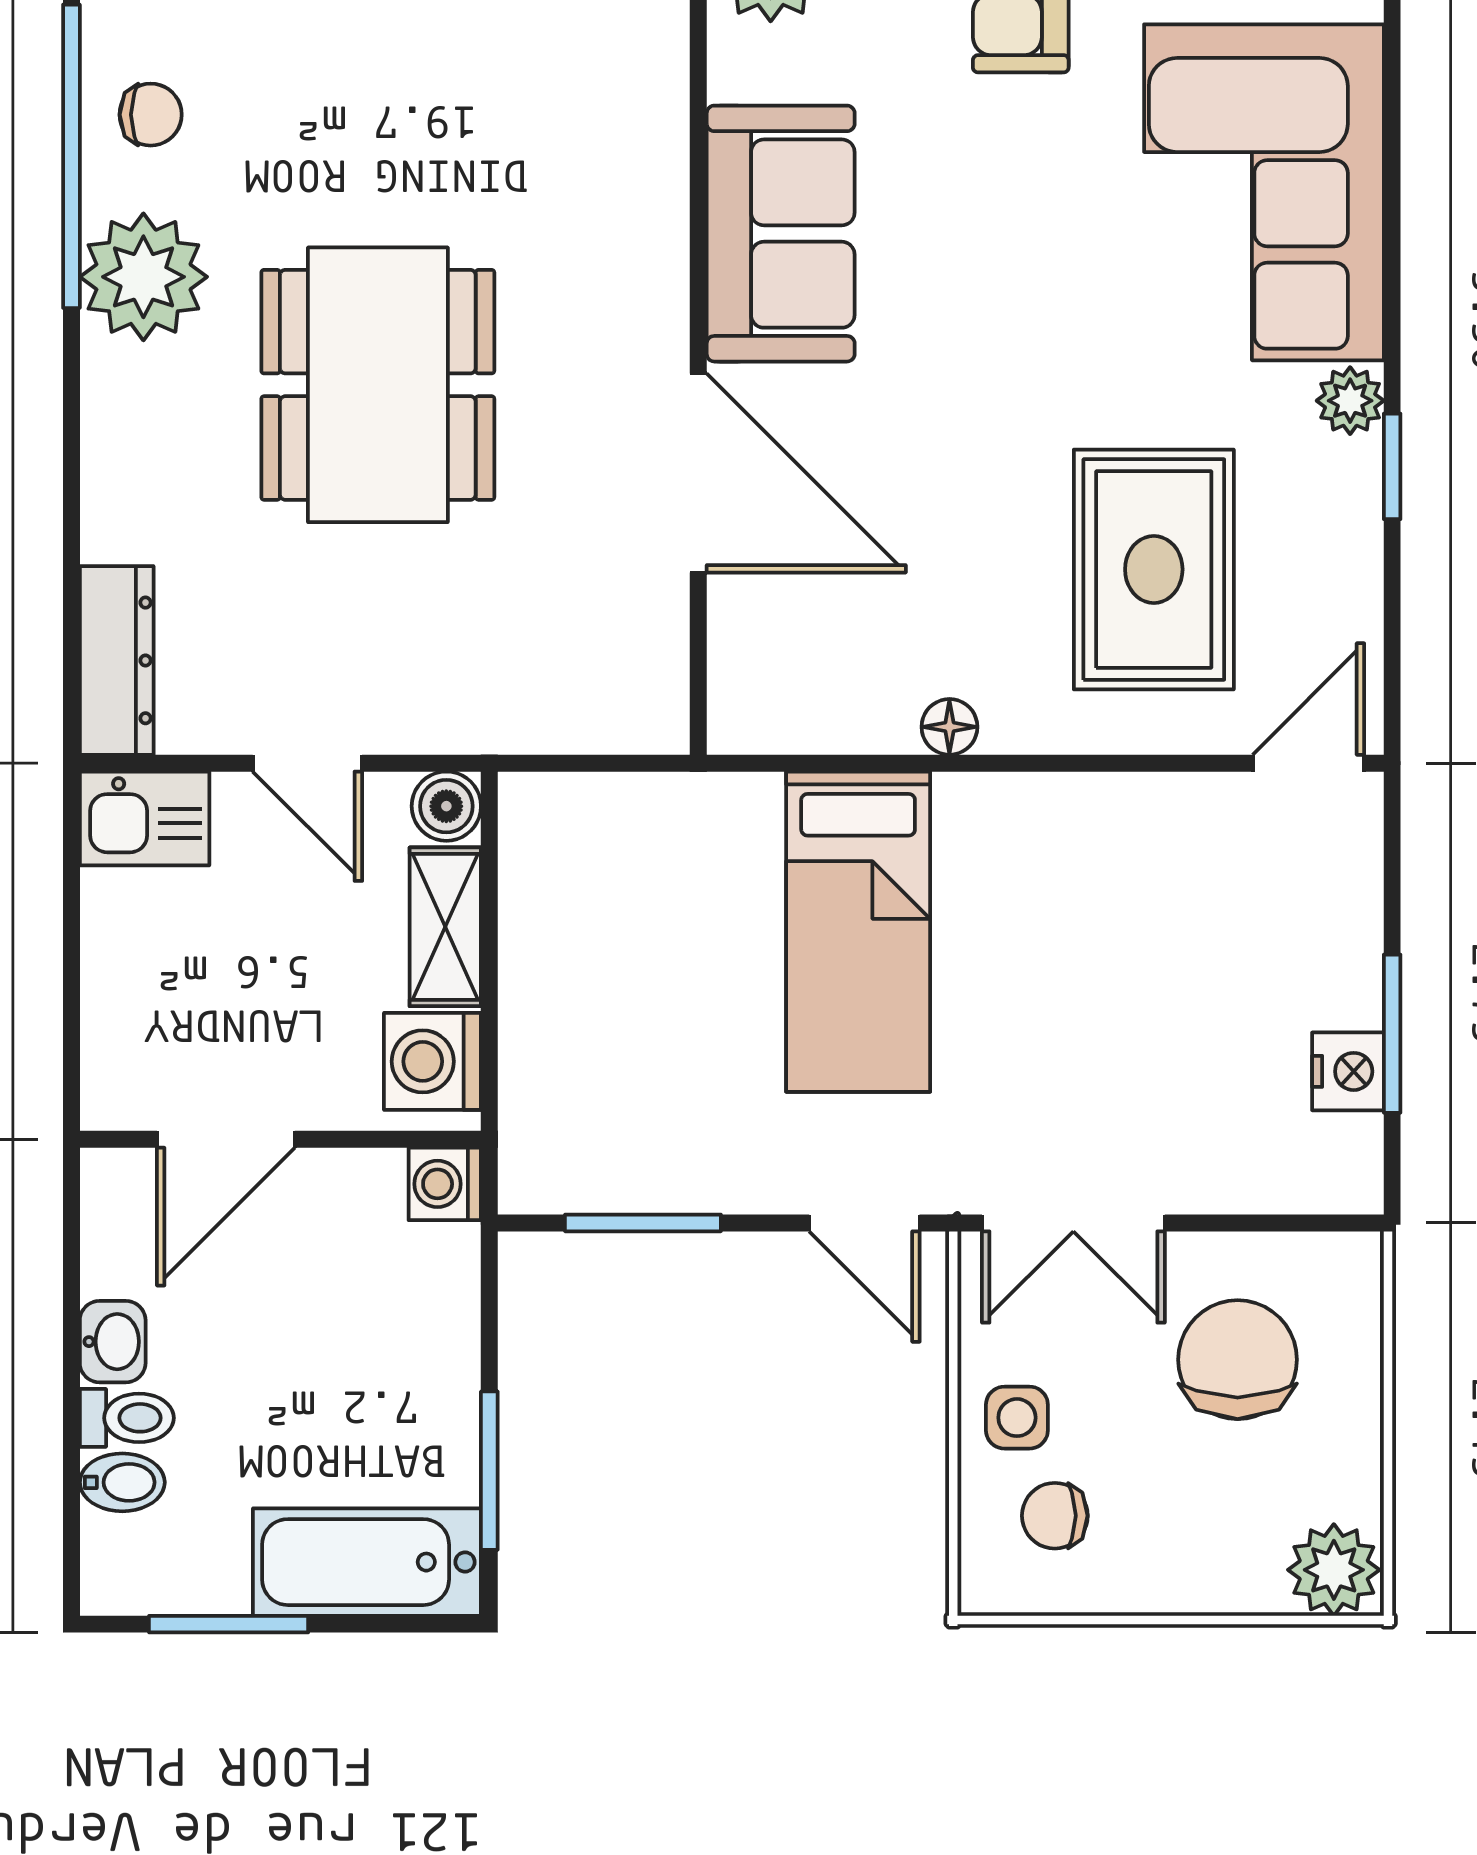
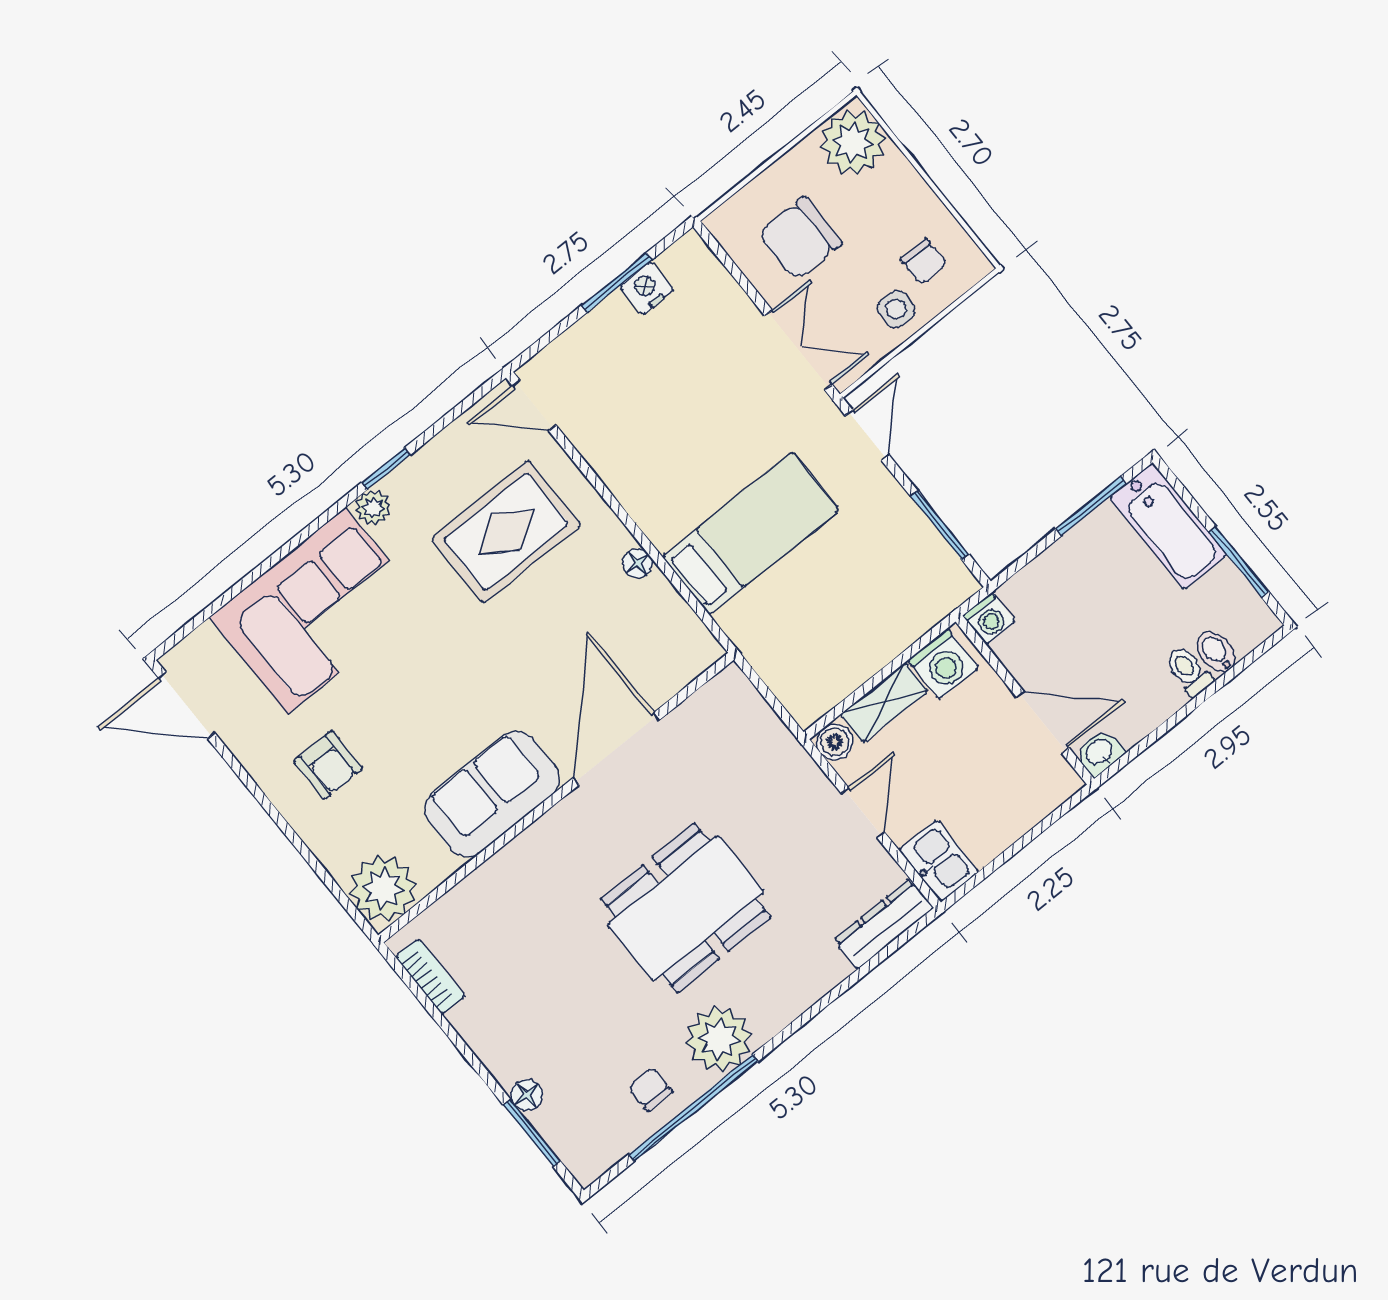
washbasin: (113, 1342) -> (1100, 752), moved
plant: (1334, 1570) -> (853, 142), width x1.36, depth x1.36

